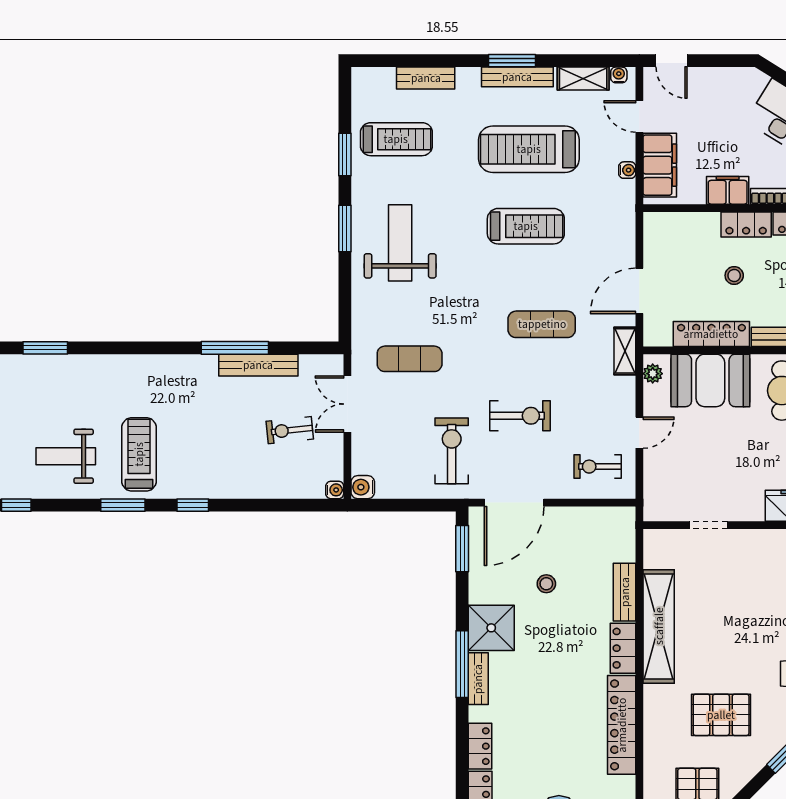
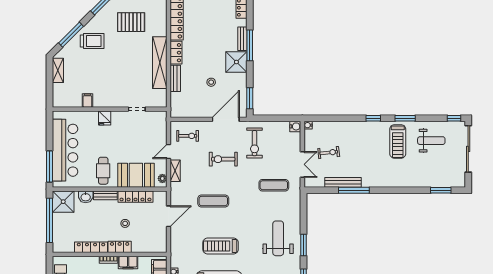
weight bench: (400, 243) -> (278, 238), turned 180
shelving: (625, 351) -> (175, 171), moved

